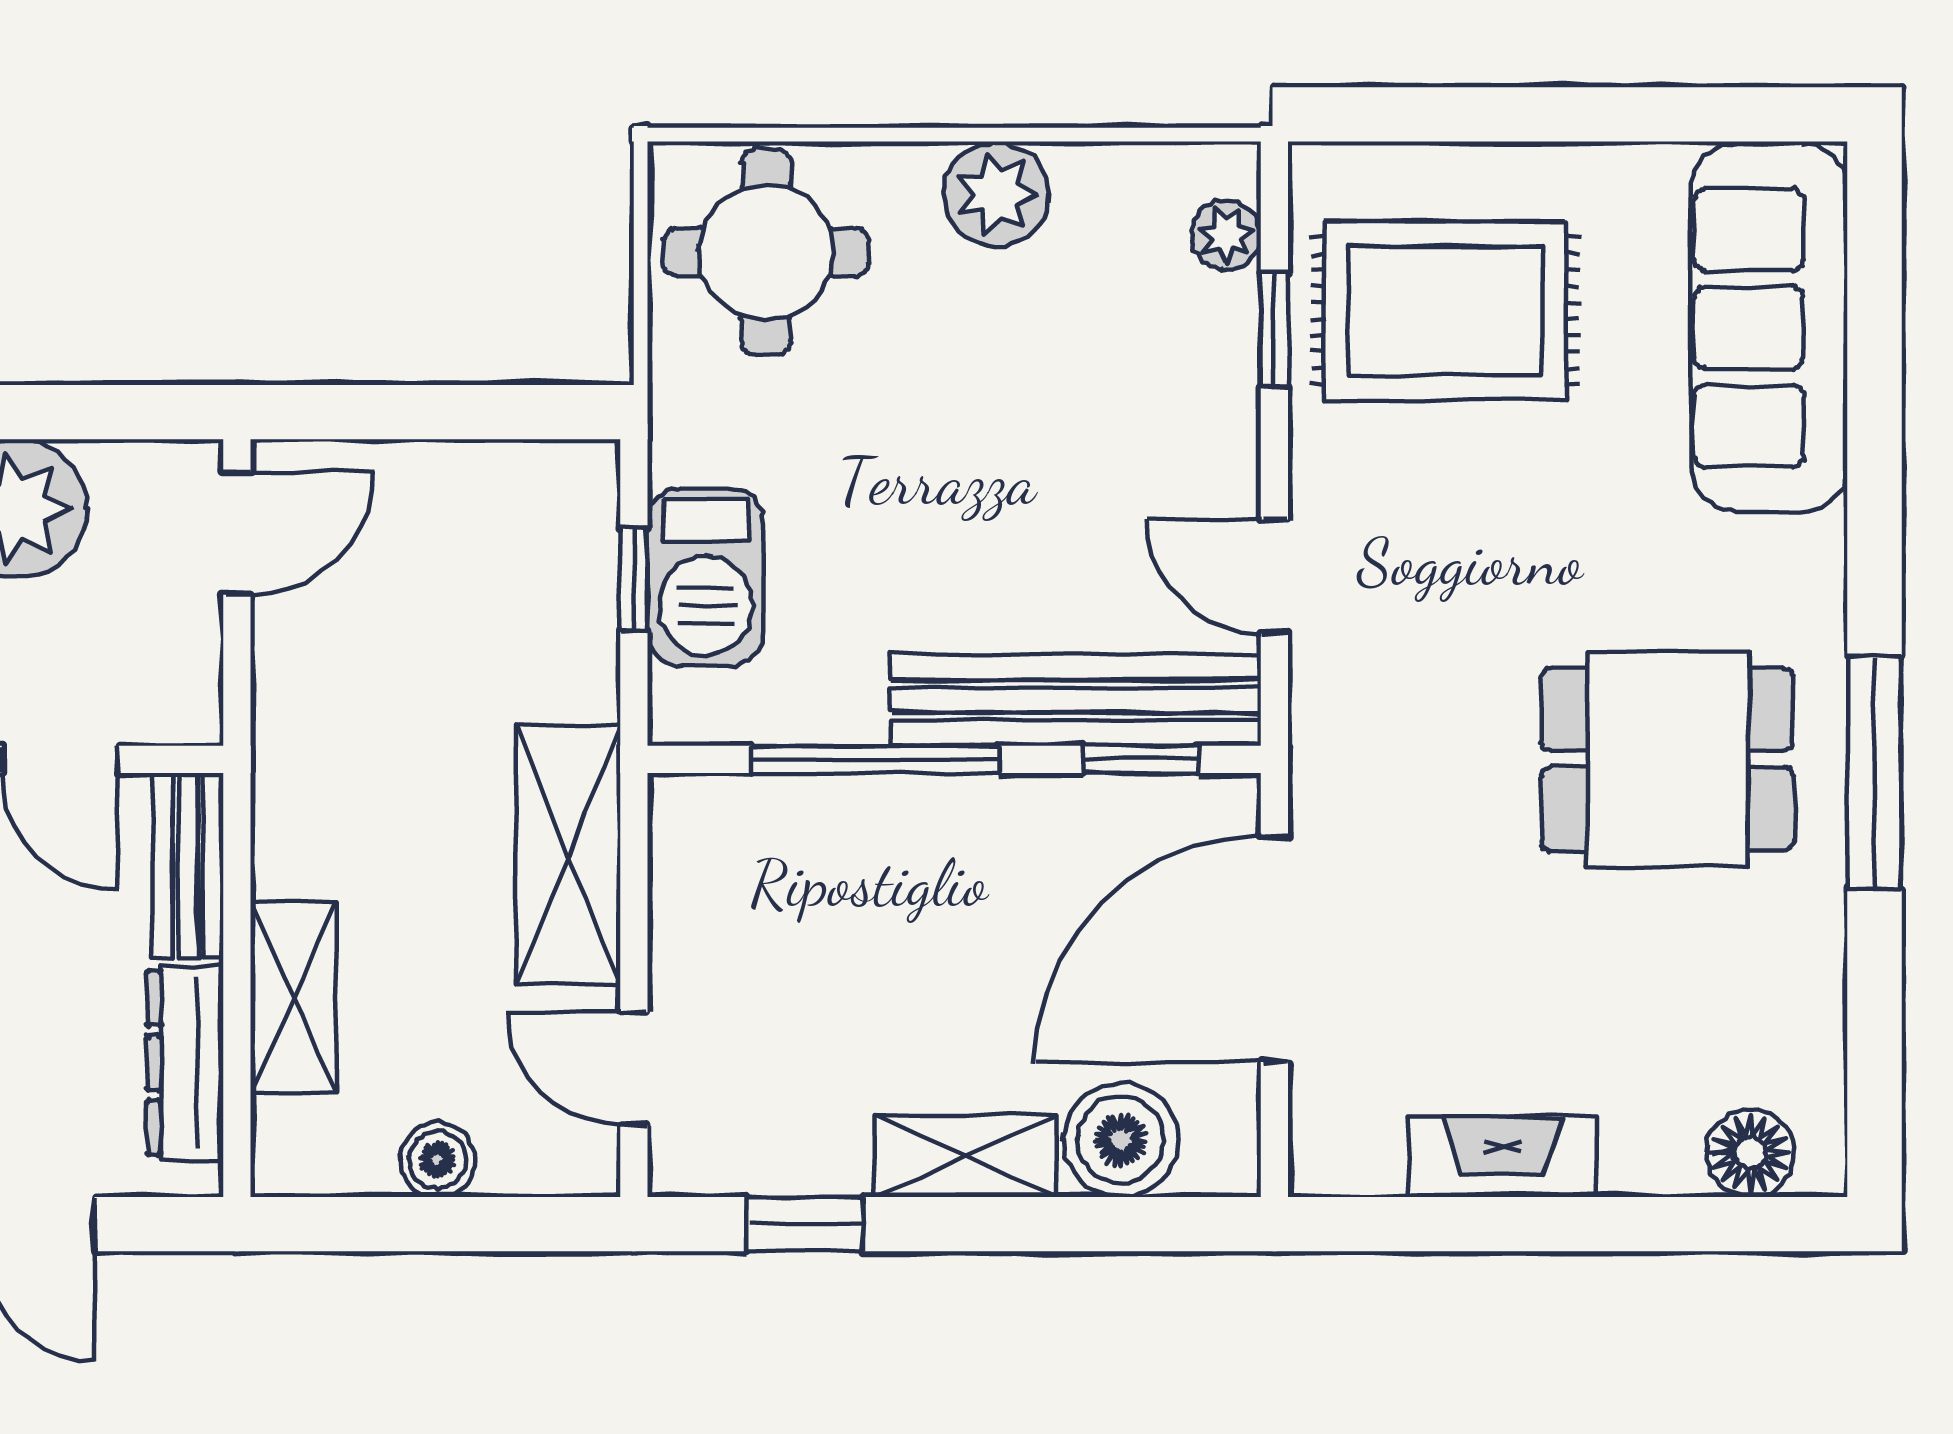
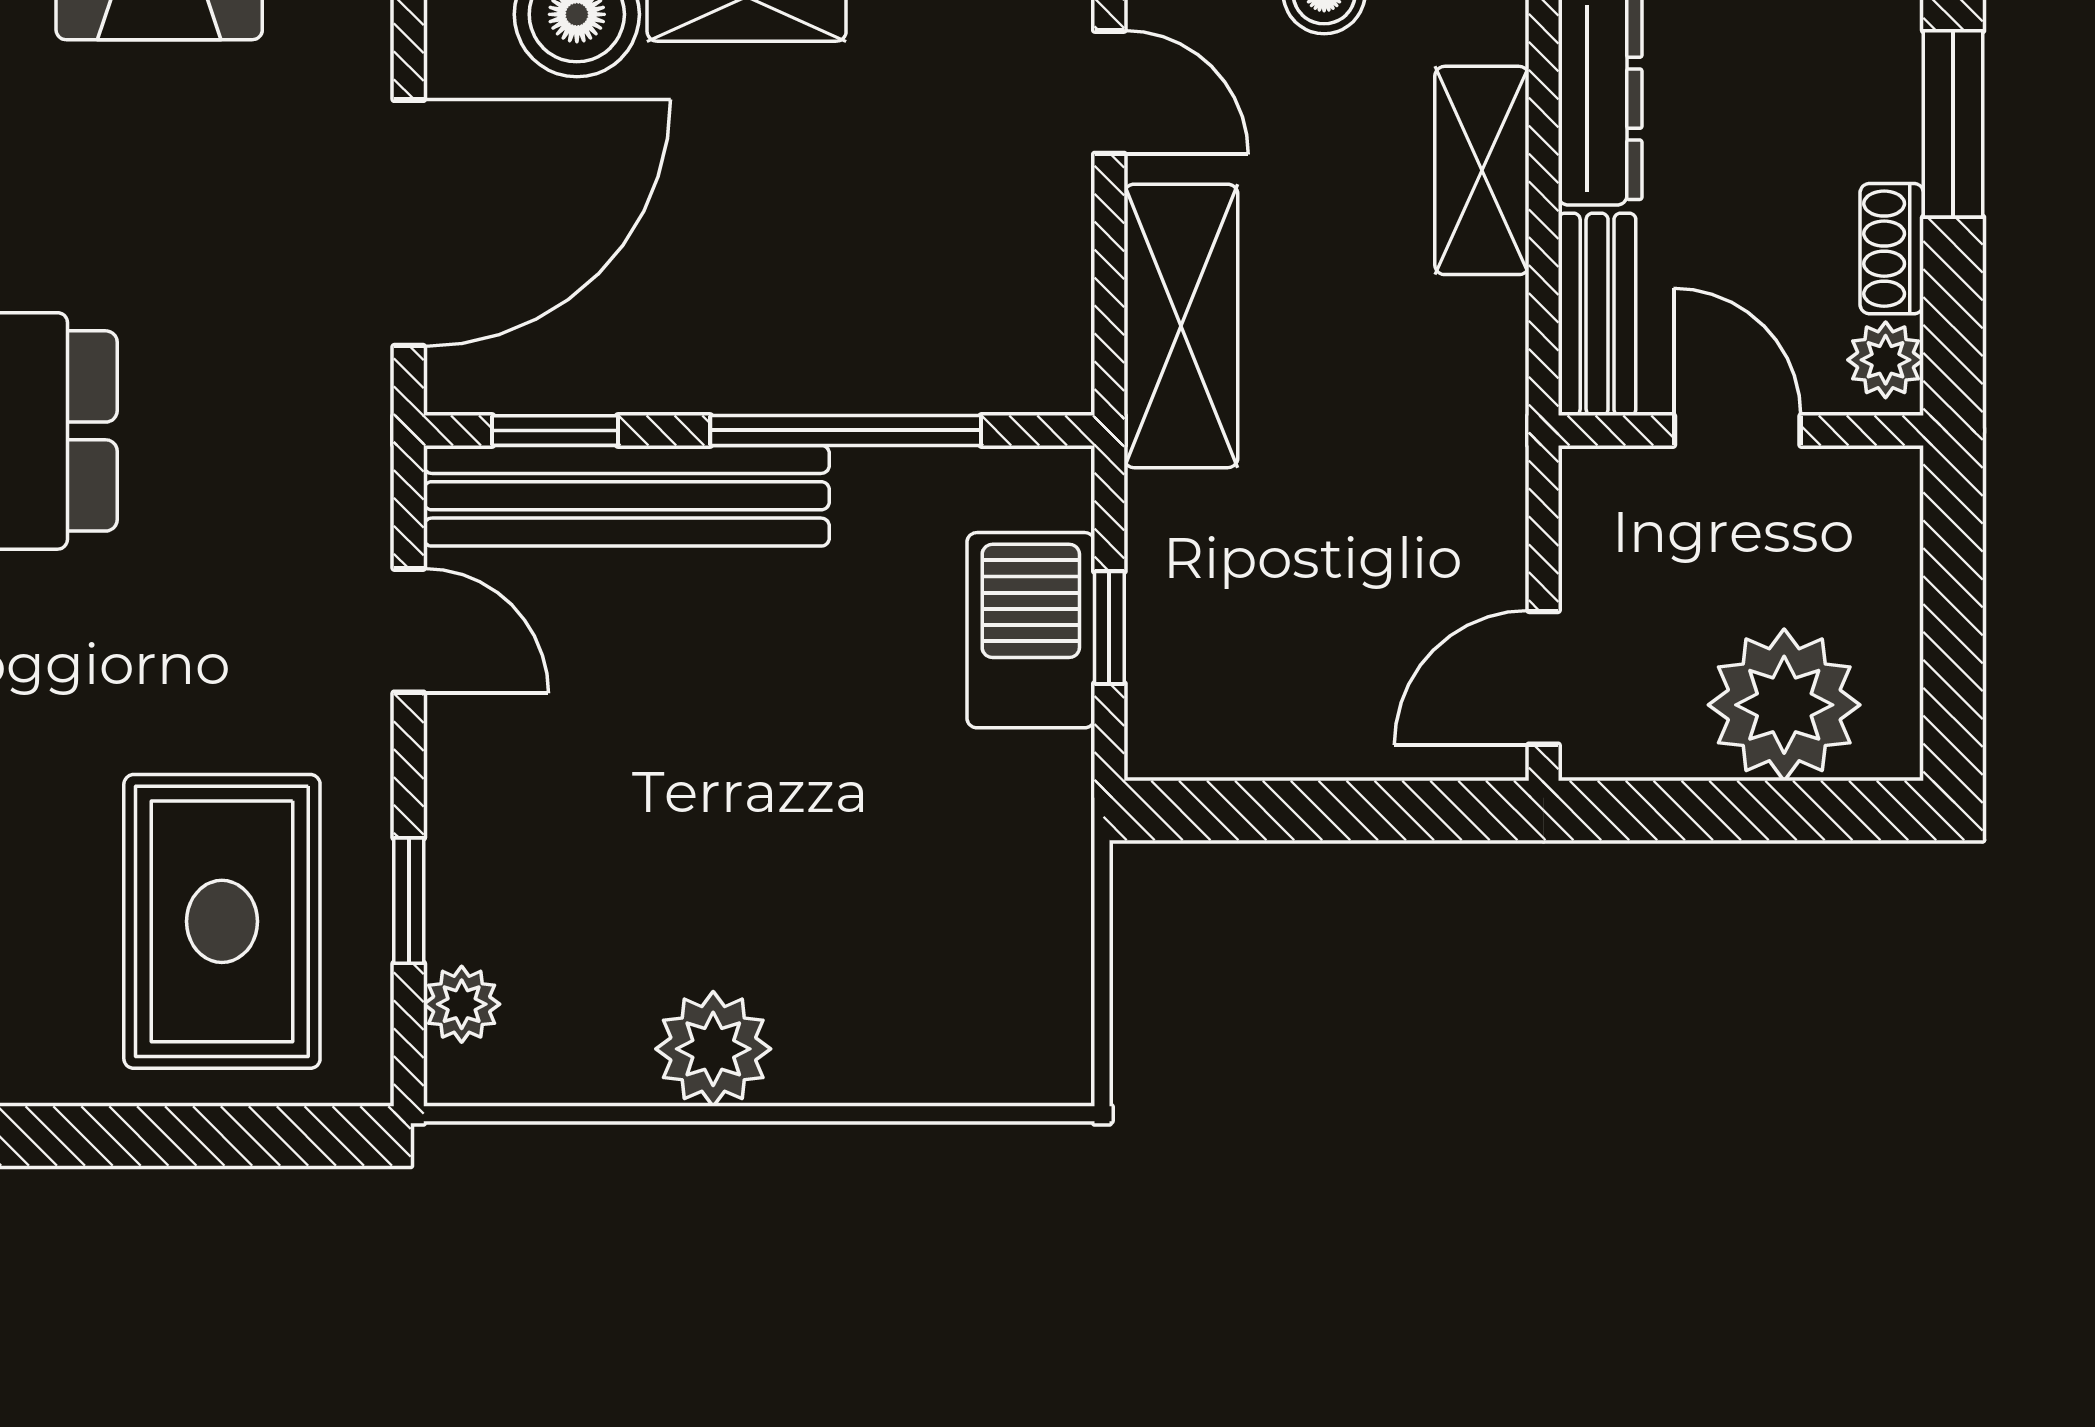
round table: (766, 252) -> (965, 985), removed
rug: (1445, 311) -> (222, 921), turned 90

